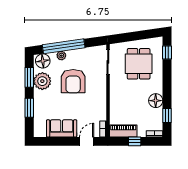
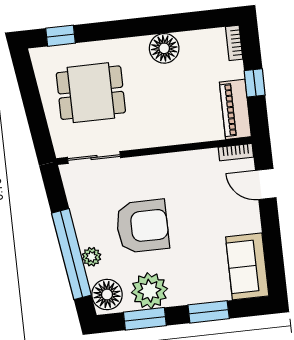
window: (167, 116) -> (193, 21), removed
sofa: (62, 128) -> (247, 266), moved

